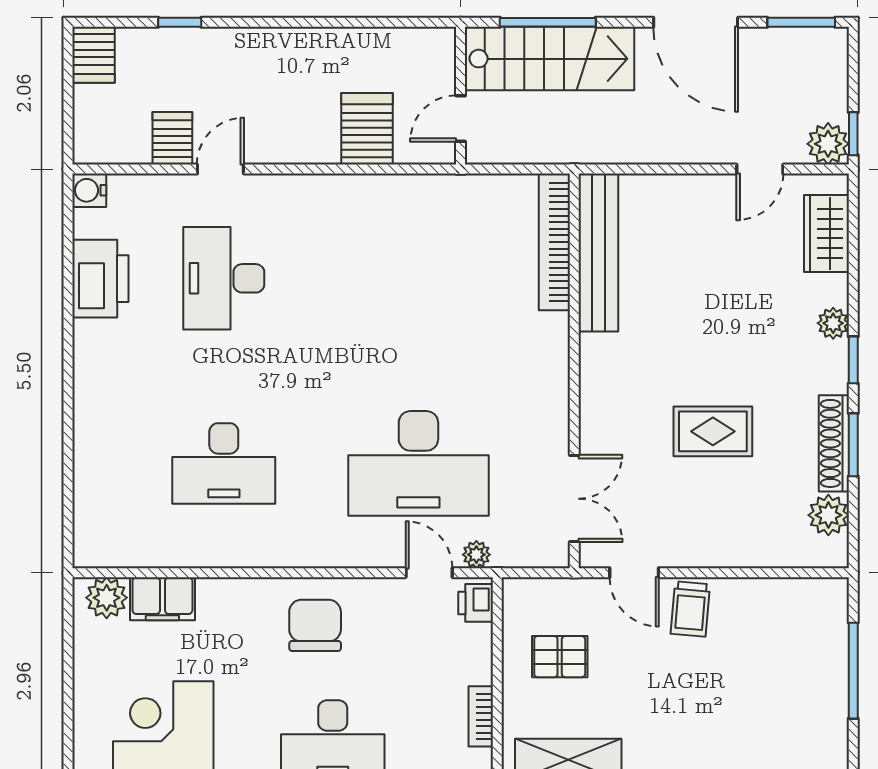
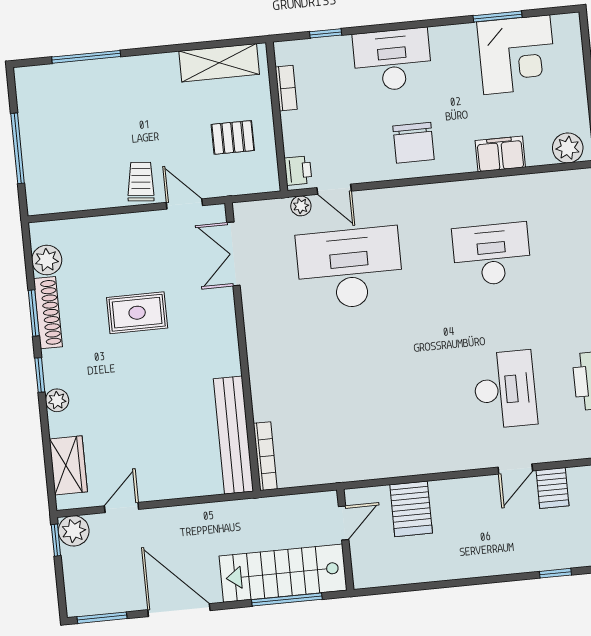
bookcase: (554, 242) -> (265, 456), width x0.68, depth x0.76
filing cabinet: (162, 599) -> (500, 154), moved

